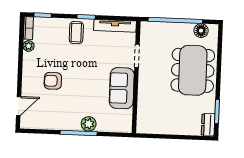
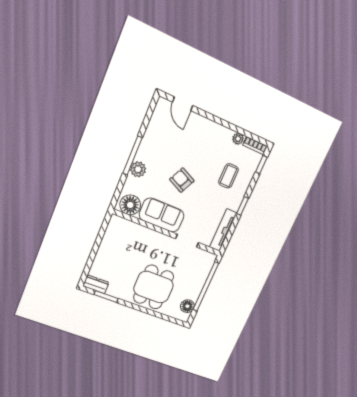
coffee table: (76, 33) -> (228, 176), moved, turned 90
dining table: (193, 70) -> (154, 287), width x0.73
armchair: (53, 81) -> (182, 180), moved, turned -64
floor lamp: (123, 120) -> (130, 205), added

